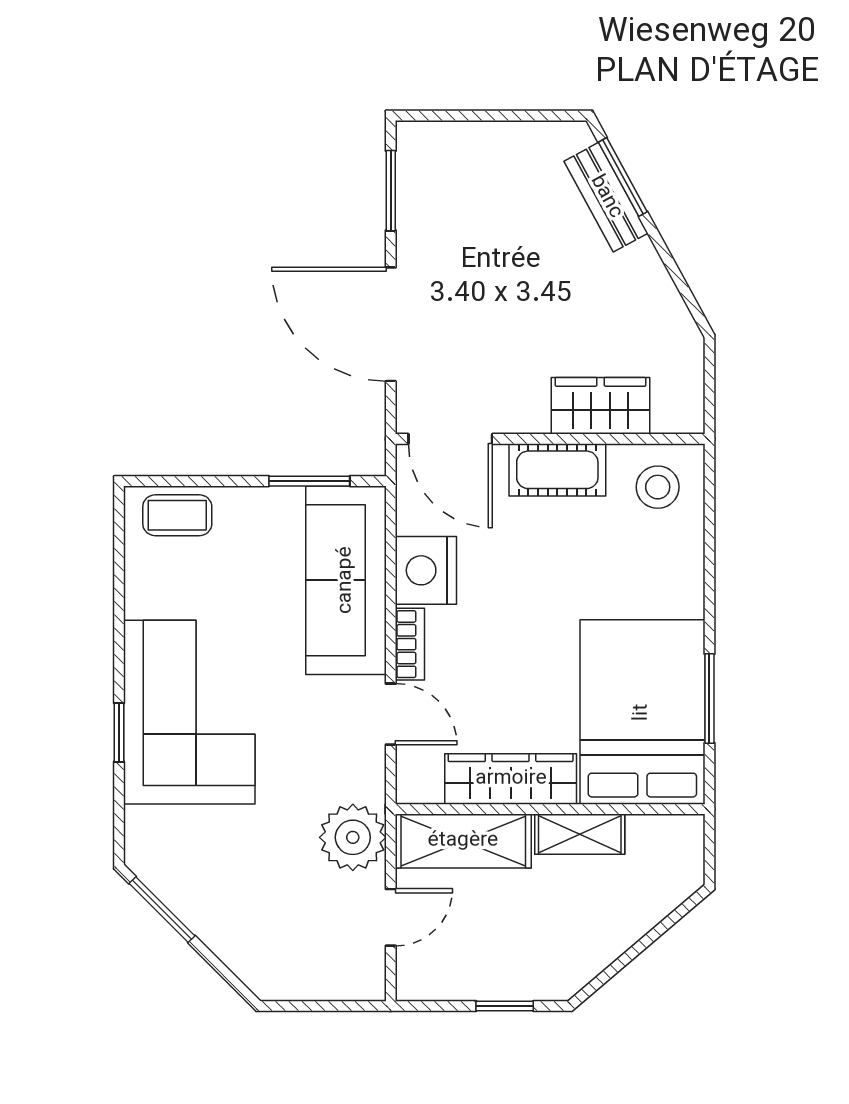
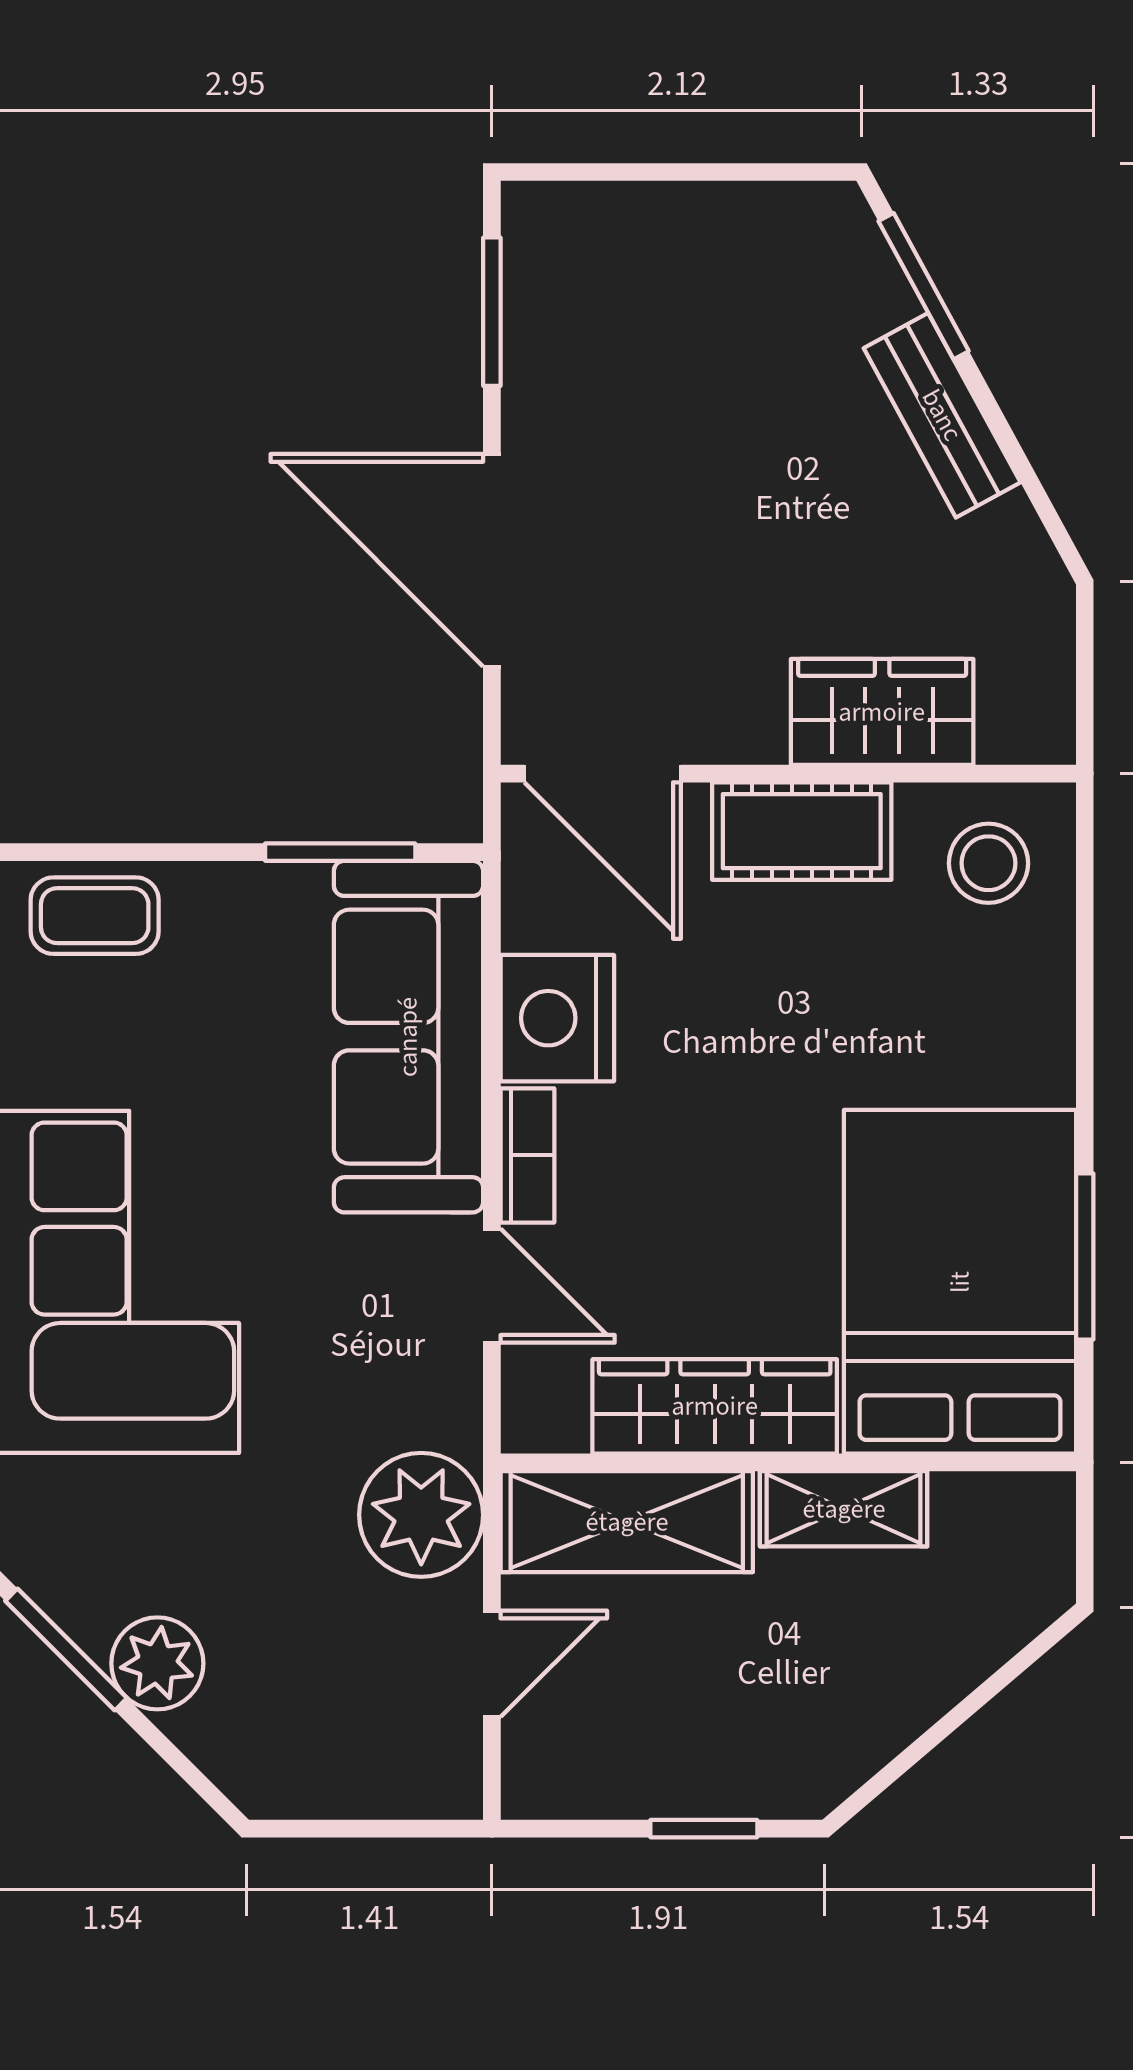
bench: (606, 197) -> (942, 415), moved
plant: (211, 917) -> (157, 1663), added

